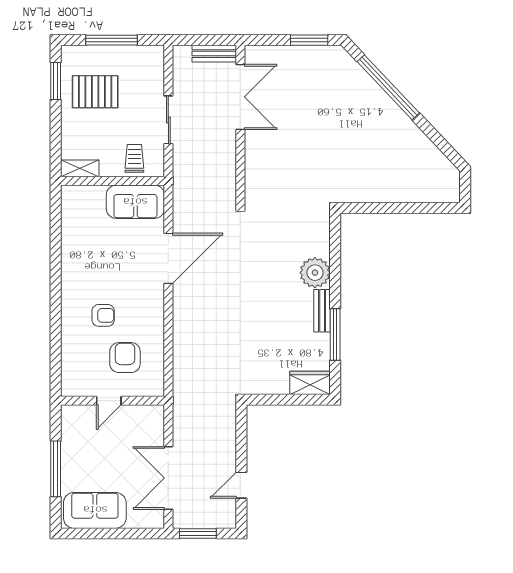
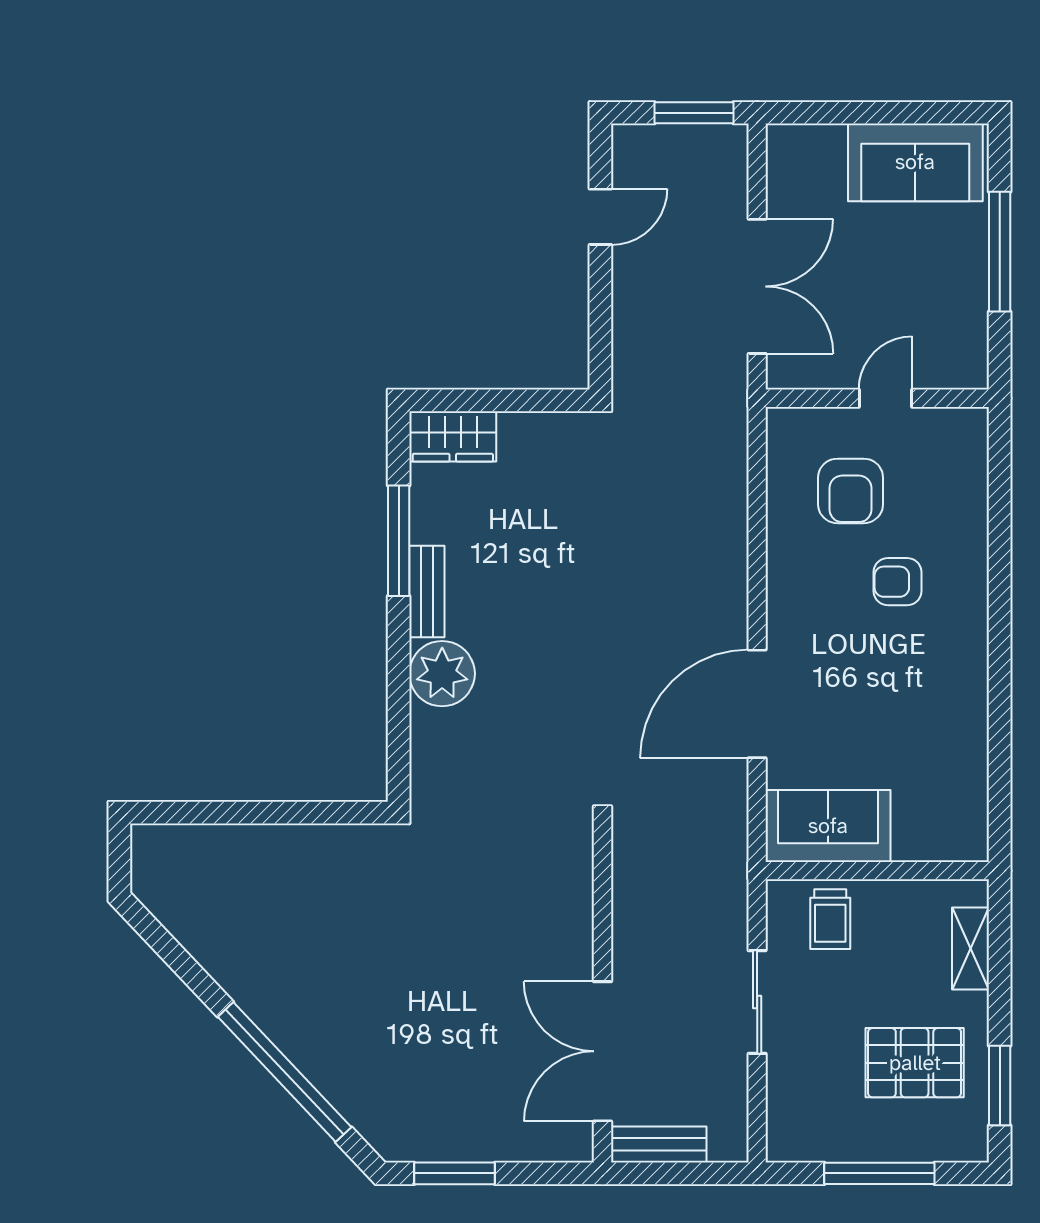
shelving: (80, 168) -> (971, 948), moved, turned 90
double door: (168, 478) -> (757, 286), moved

